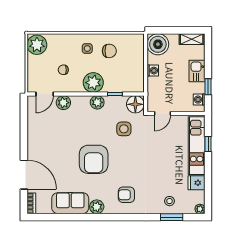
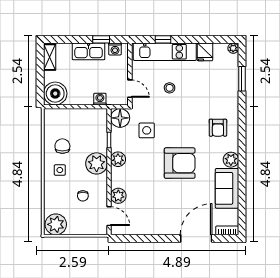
washing machine: (153, 71) -> (100, 99), moved
kitchen sink: (197, 71) -> (89, 51), width x1.38
stool: (170, 201) -> (170, 88), moved

